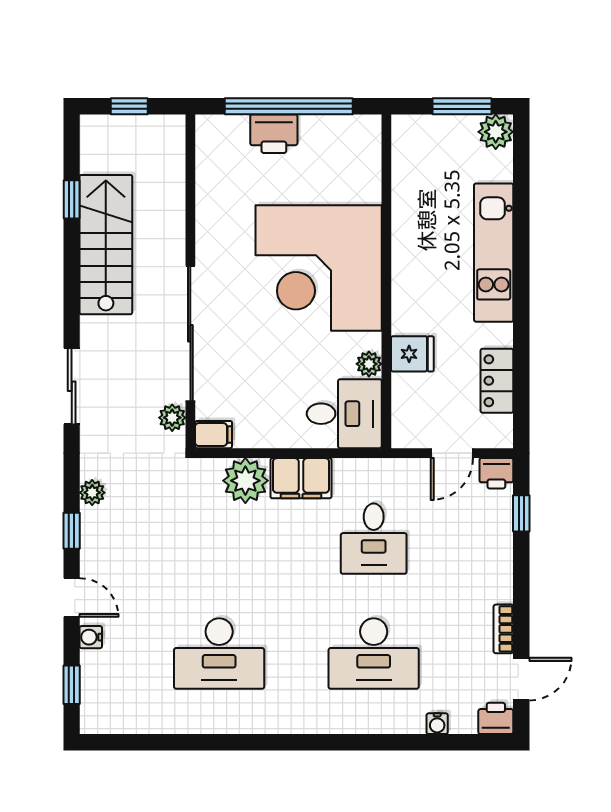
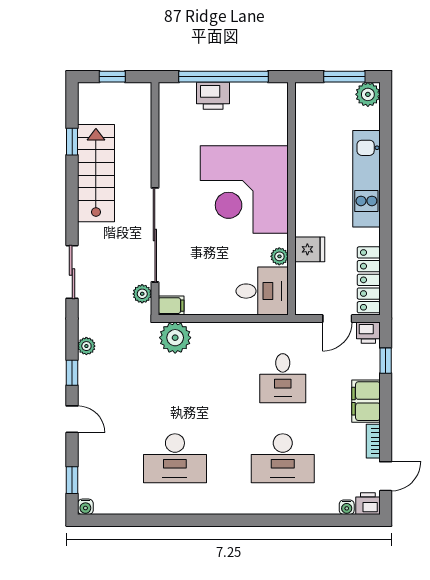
locker: (497, 381) -> (369, 280), width x1.53
filing cabinet: (301, 478) -> (366, 401), moved, turned 90
plant: (245, 481) -> (175, 338), moved
water cooler: (91, 637) -> (85, 507), moved, turned -90
water cooler: (437, 724) -> (347, 507), moved

